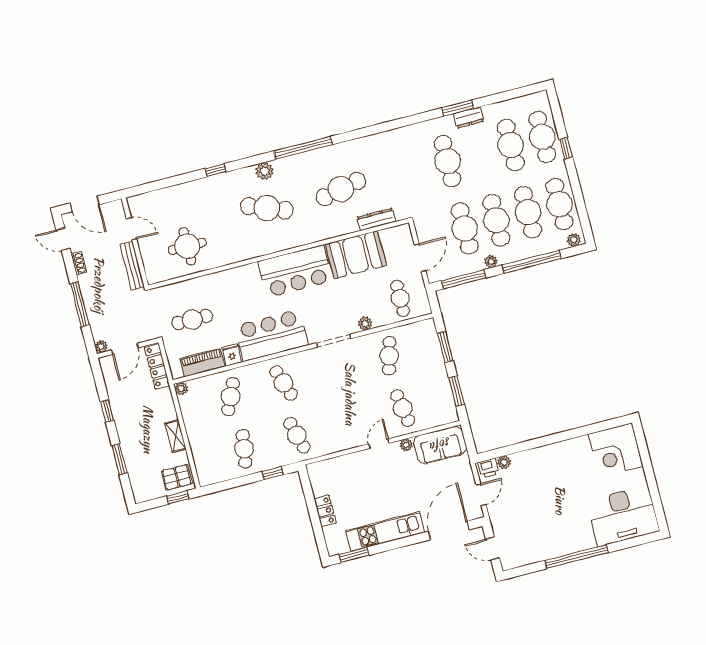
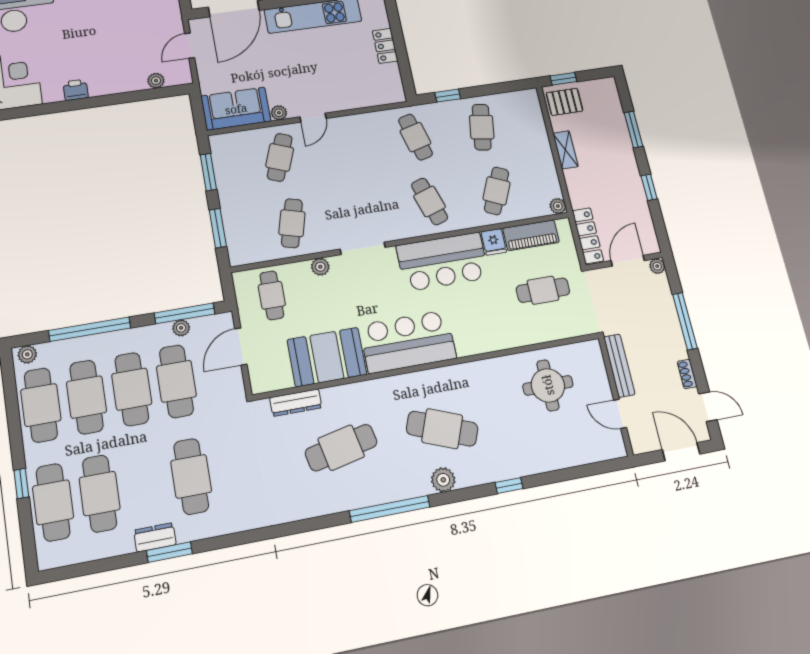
plant: (491, 262) -> (181, 328), moved
cafe table: (403, 408) -> (280, 157), turned 30
printer: (488, 468) -> (76, 90), moved

